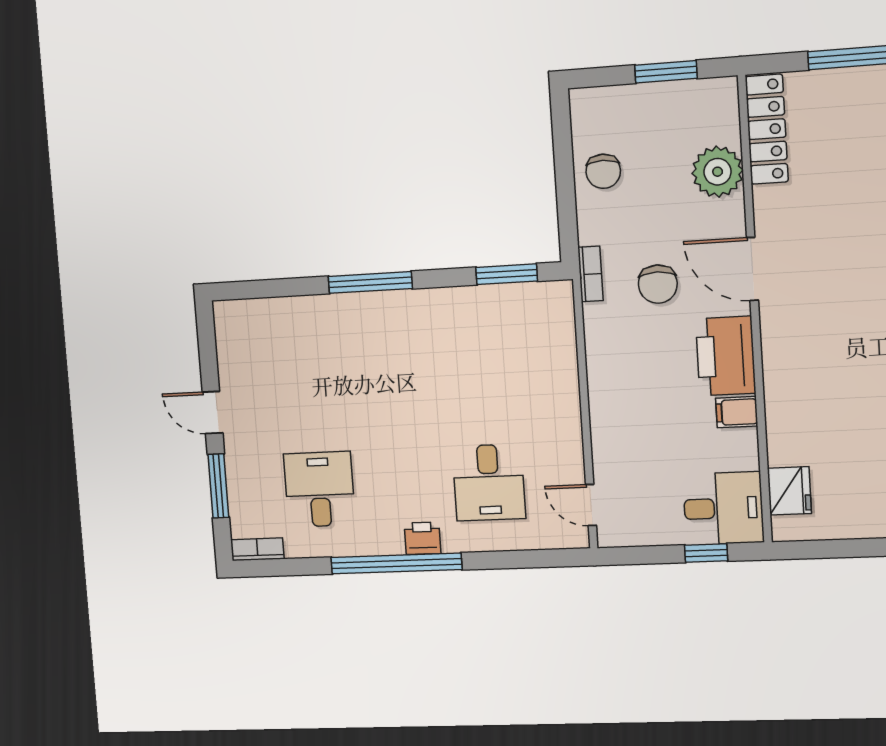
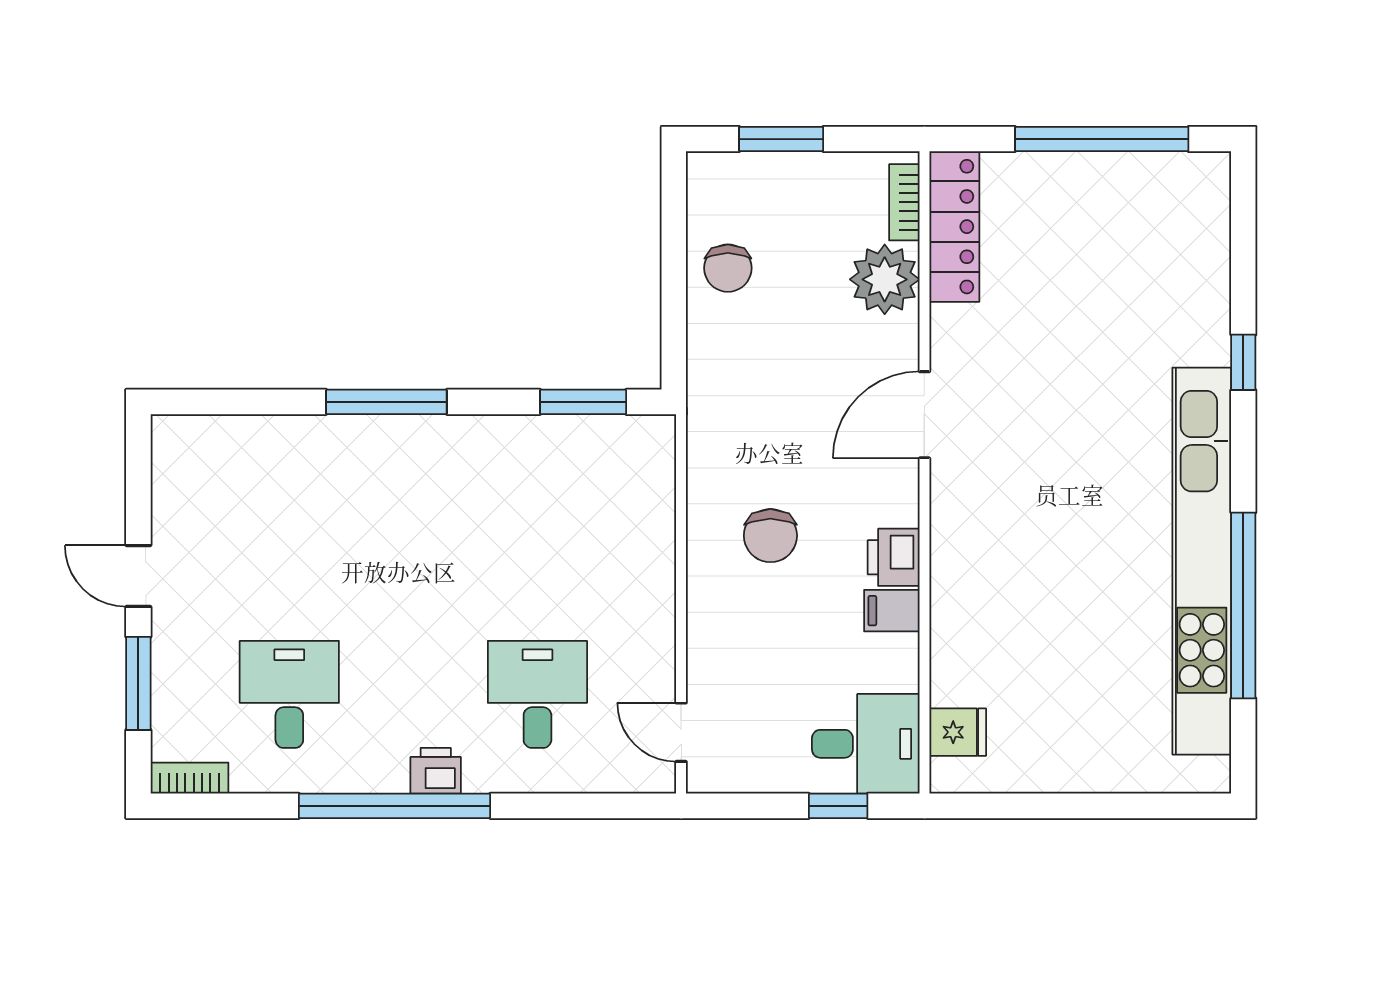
window: (666, 72) -> (781, 139), moved
door: (752, 269) -> (924, 415), hinge flipped
bookcase: (591, 274) -> (904, 202), moved, turned 180
chair: (658, 284) -> (770, 536), moved
printer: (726, 356) -> (894, 557), width x0.53, depth x0.68
desk: (489, 482) -> (537, 694), turned 180
fridge: (789, 491) -> (958, 732), width x0.72

